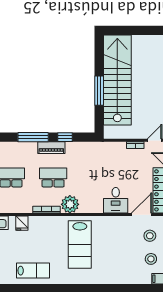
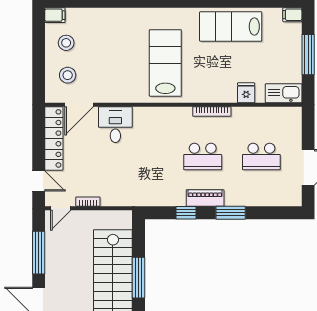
window: (33, 137) -> (231, 213), width x0.69
plant: (70, 204) -> (179, 119), removed
lab bench: (33, 271) -> (231, 26), width x1.36, depth x1.39

